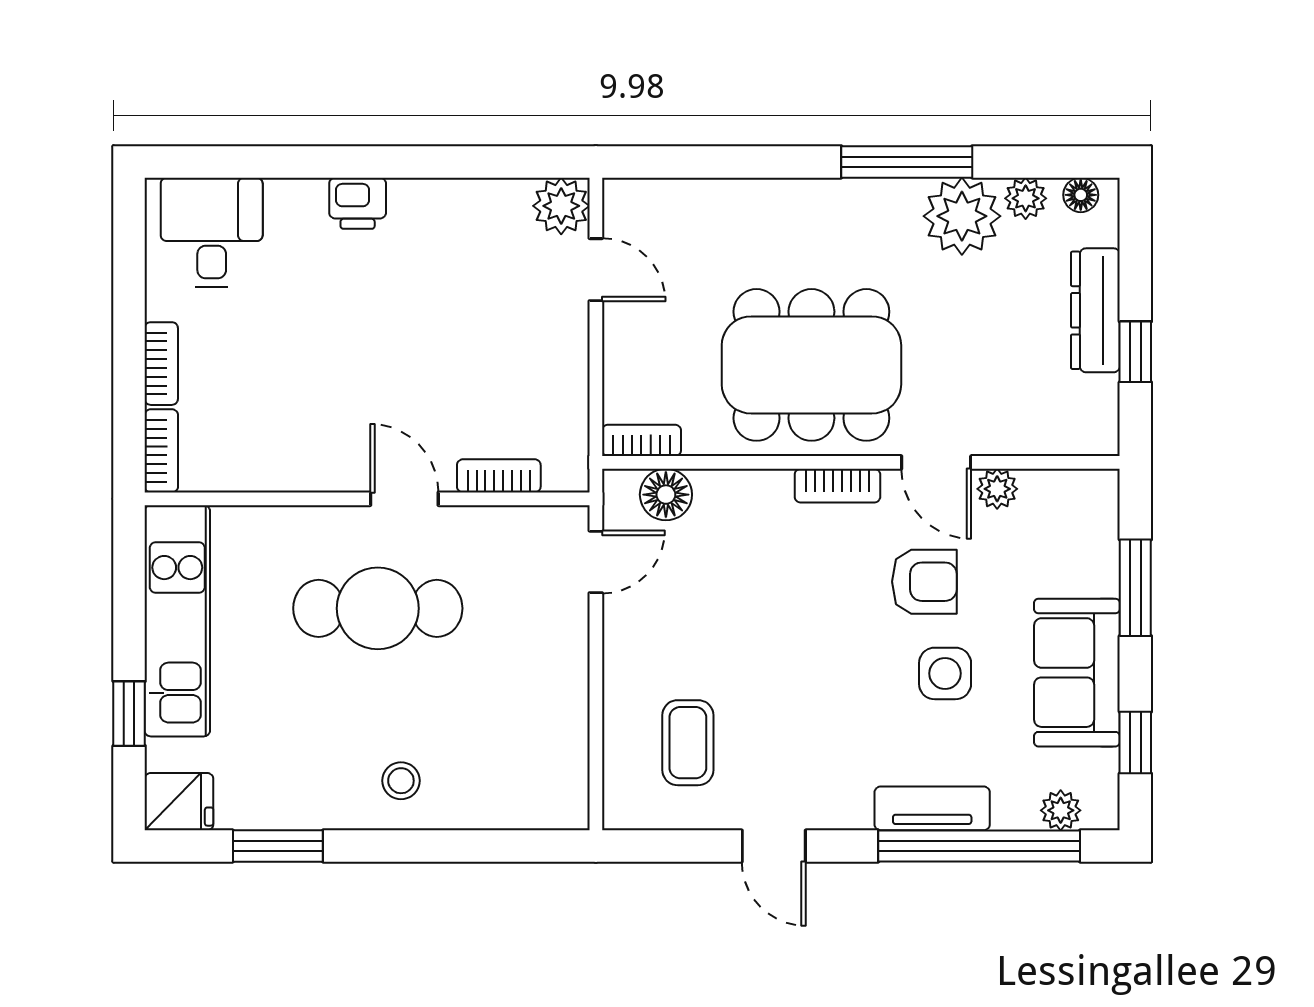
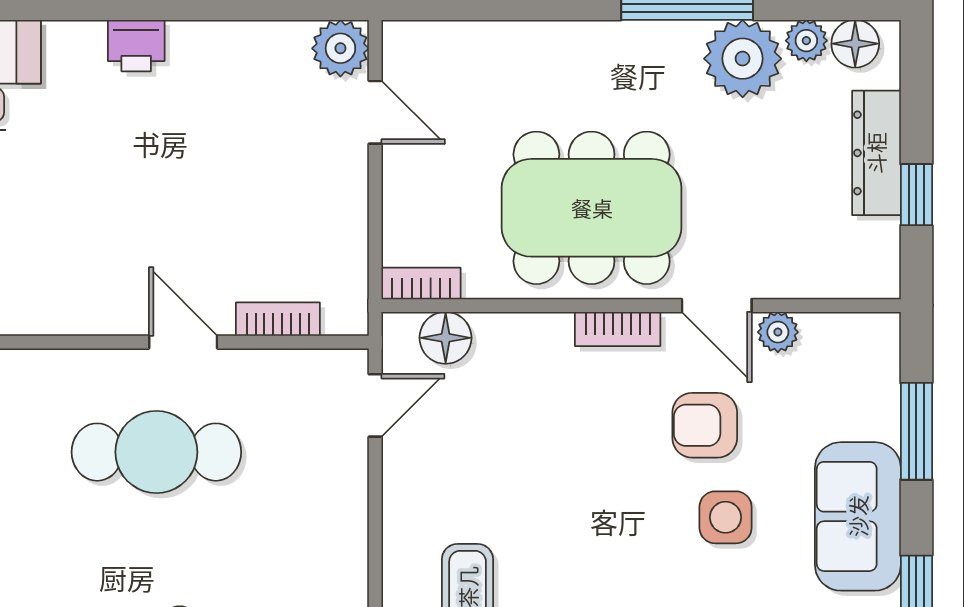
floor lamp: (1081, 195) -> (855, 44), width x1.37, depth x1.37
armchair: (924, 582) -> (705, 425), turned 180

